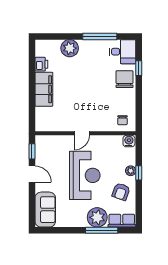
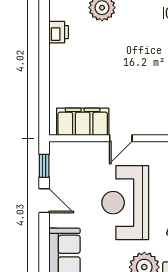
filing cabinet: (44, 89) -> (83, 122), moved, turned -90
reception desk: (85, 175) -> (125, 203), turned 180

